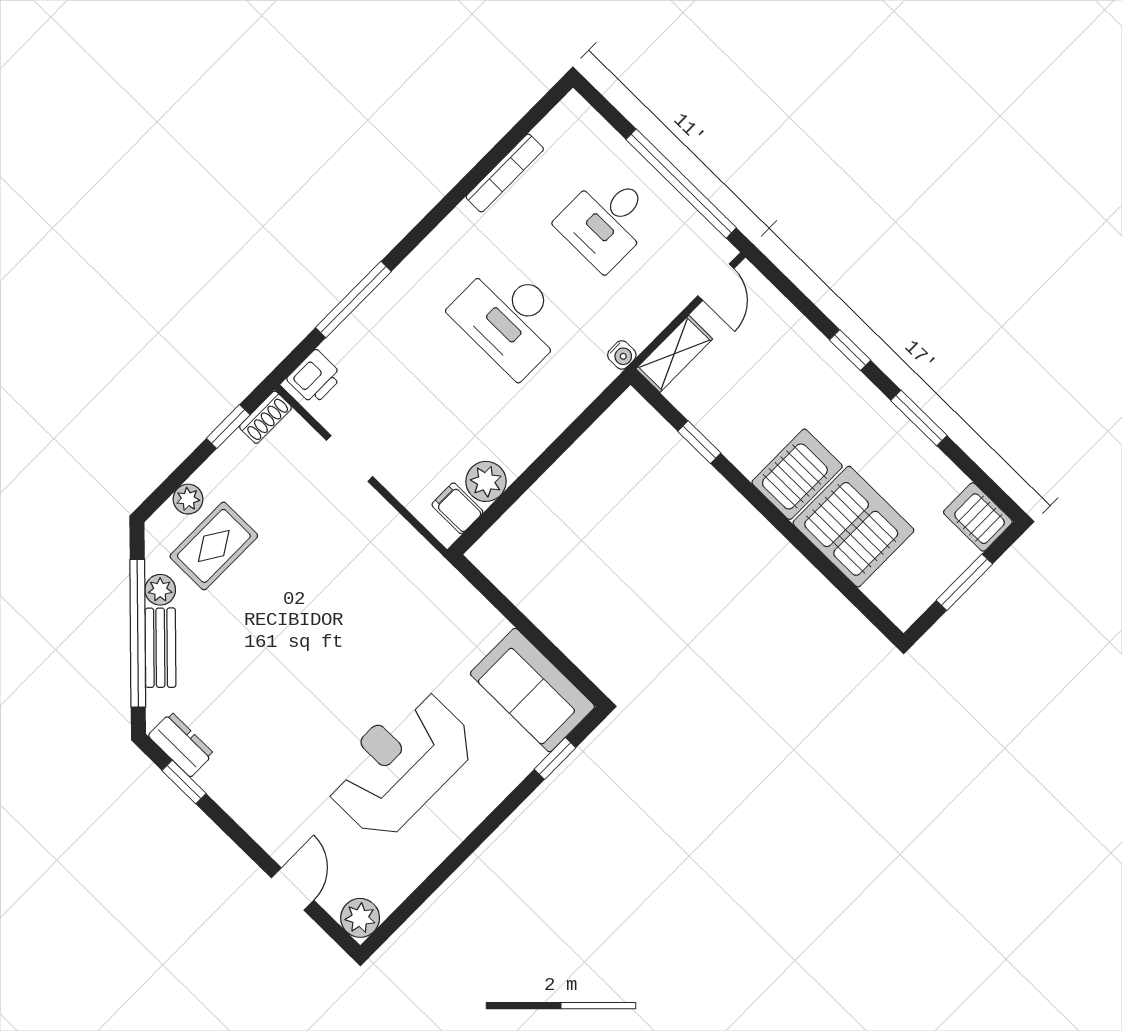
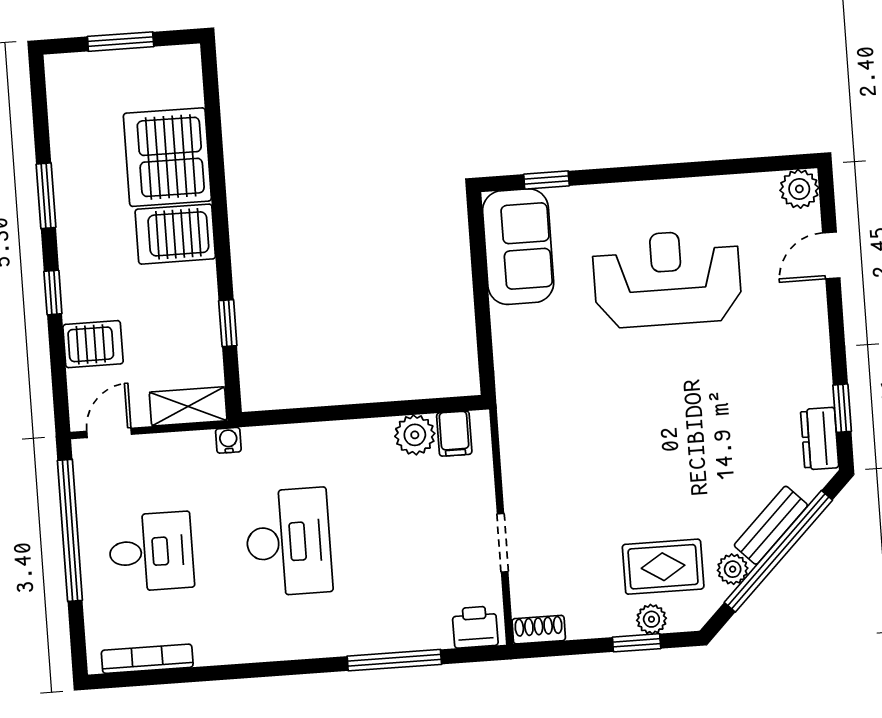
bookcase: (505, 173) -> (147, 659), moved
window: (228, 426) -> (637, 643), moved
server rack: (978, 517) -> (93, 344), moved, turned -90
reception desk: (400, 764) -> (667, 279), turned 180

